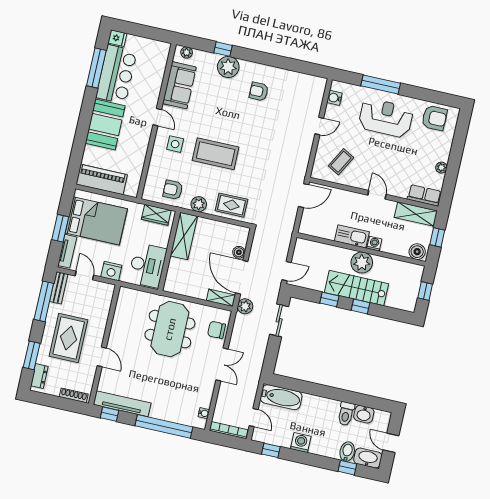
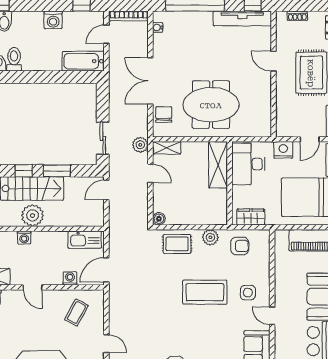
door: (319, 126) -> (106, 344), swing flipped
washing machine: (340, 195) -> (70, 278), added
shelving: (184, 236) -> (218, 165), moved
kitchen sink: (352, 236) -> (85, 240), moved
boiler: (239, 252) -> (159, 219), moved
door: (84, 276) -> (310, 139), hinge flipped
door: (242, 277) -> (150, 173), width x0.53
window: (329, 300) -> (57, 171), width x1.50
meeting table: (170, 329) -> (211, 105), turned 90
chair: (217, 330) -> (164, 114), turned -90
double door: (222, 364) -> (150, 81), width x1.37
shoe rack: (74, 395) -> (297, 16), width x0.70
door: (254, 418) -> (106, 34), hinge flipped

